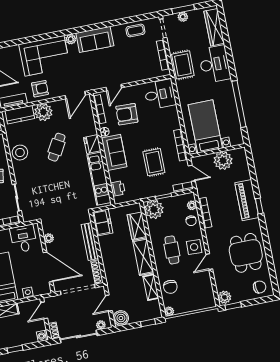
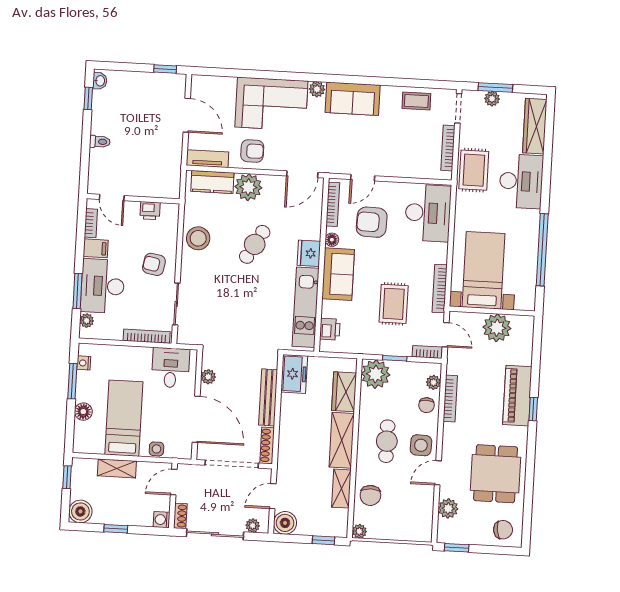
desk: (160, 94) -> (428, 213), width x1.37
plant: (224, 297) -> (448, 508), moved

